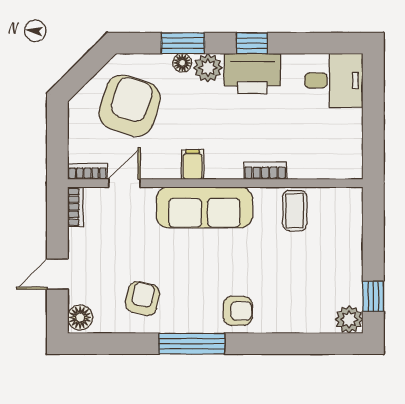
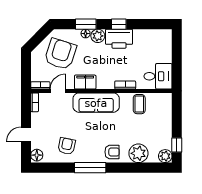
desk: (334, 80) -> (158, 76), moved
filing cabinet: (193, 164) -> (85, 82), width x2.00
plant: (293, 314) -> (138, 153), added

